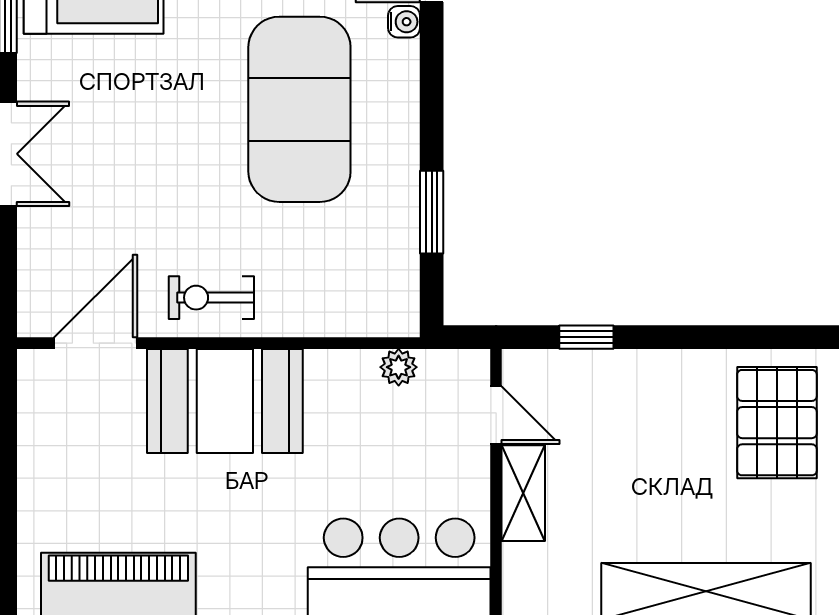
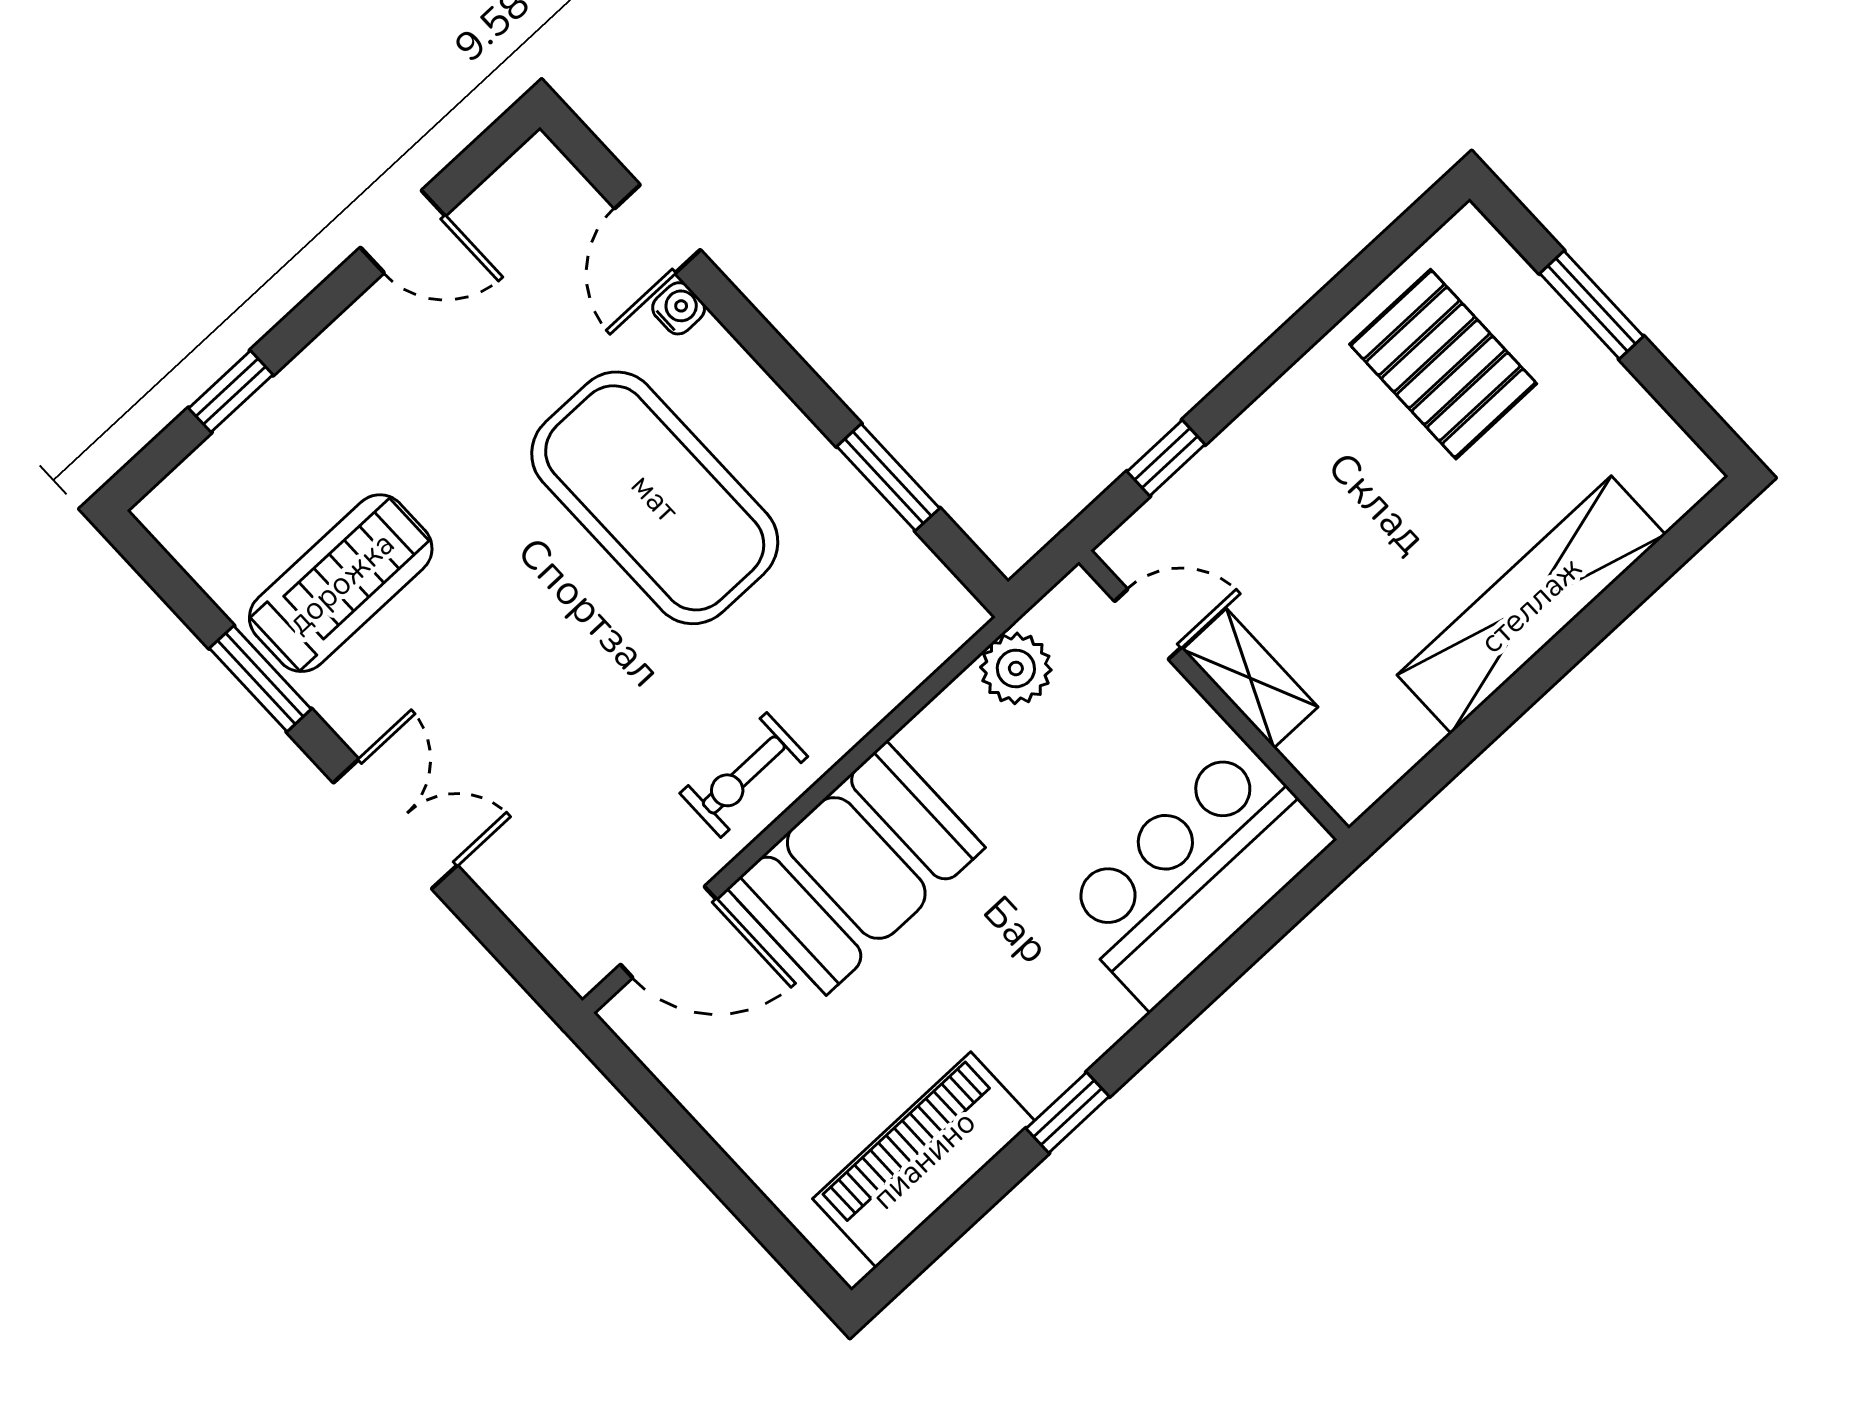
door: (96, 343) -> (669, 932), swing flipped
plant: (399, 367) -> (1016, 668), width x1.38, depth x1.38

